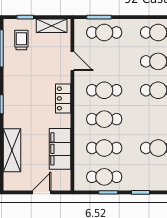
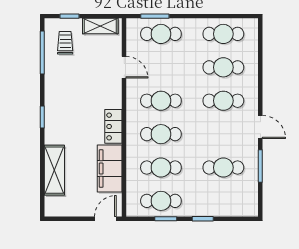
locker: (63, 98) -> (113, 126), moved
door: (42, 192) -> (105, 219), moved

